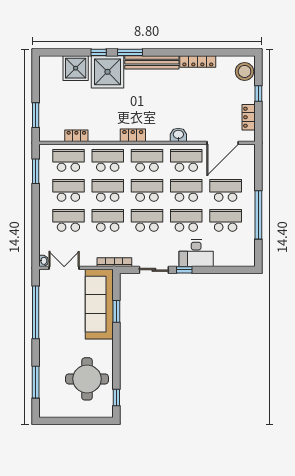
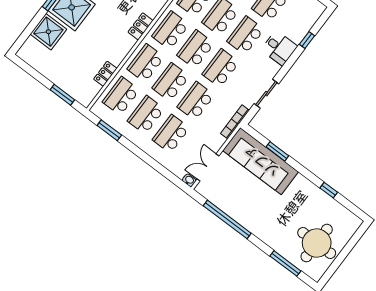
desk: (196, 253) -> (279, 48), width x0.73
window: (184, 270) -> (307, 40), moved
round table: (87, 379) -> (317, 243), moved
window: (116, 397) -> (329, 190), moved

